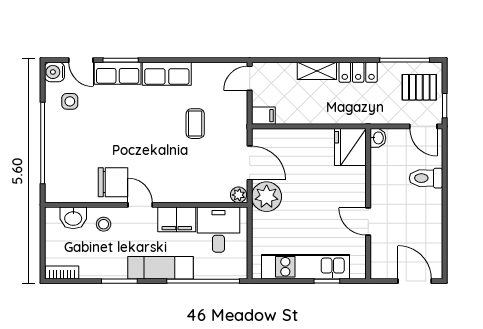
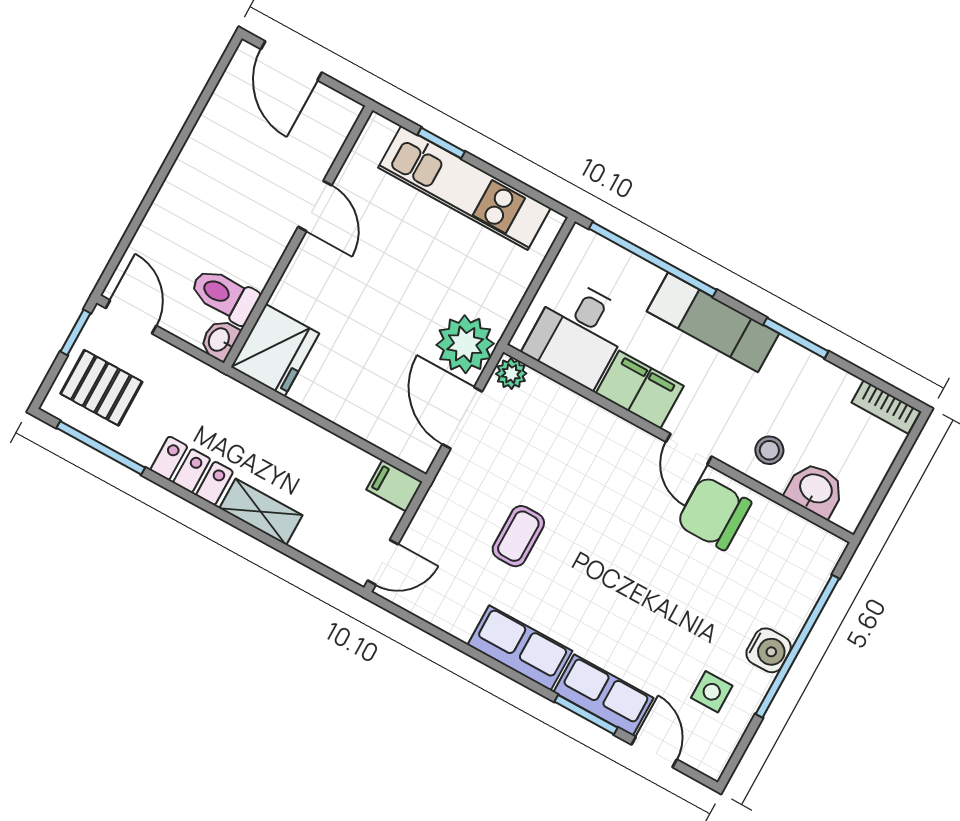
water cooler: (54, 72) -> (769, 650), moved
toilet: (426, 178) -> (224, 295), moved, turned 180

